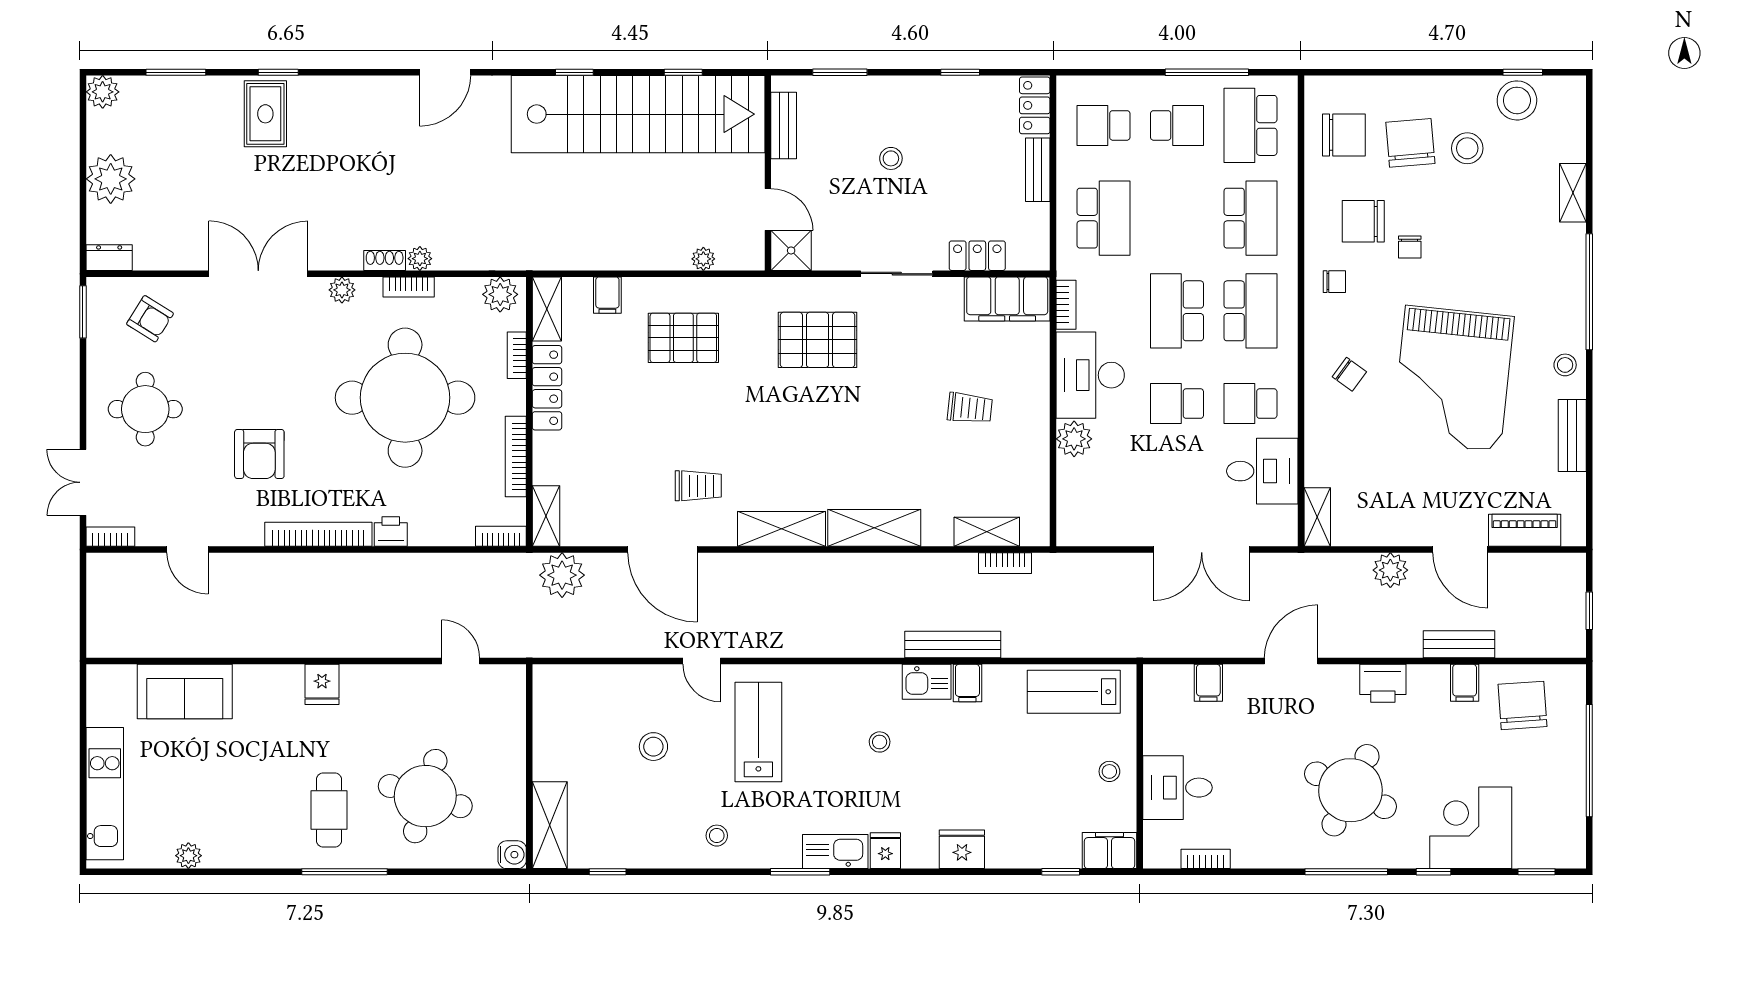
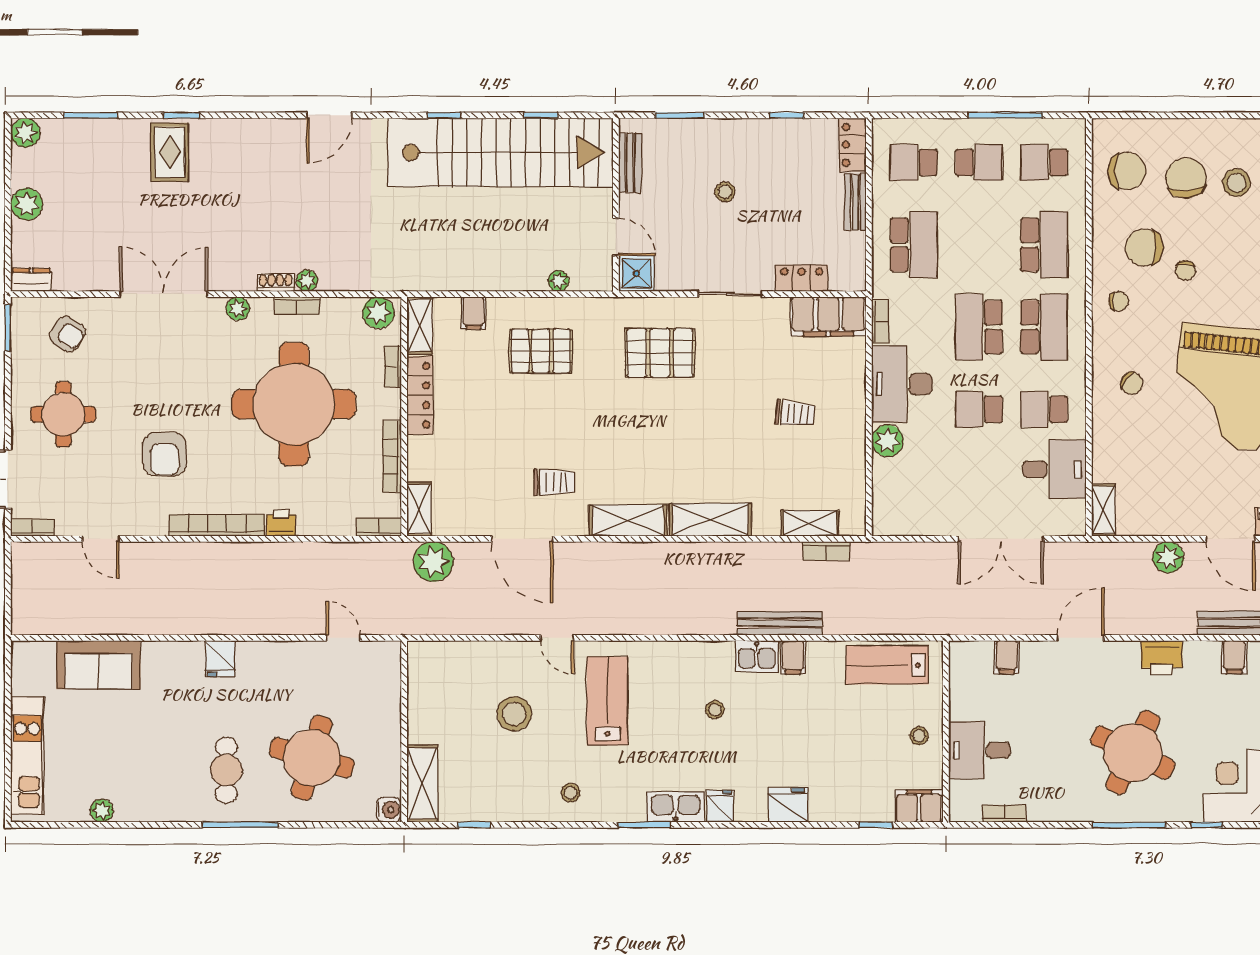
school desk: (1250, 125) -> (1044, 163), width x0.54
plant: (111, 179) -> (27, 204), width x0.73, depth x0.73
stool: (653, 747) -> (514, 714), width x1.38, depth x1.38

